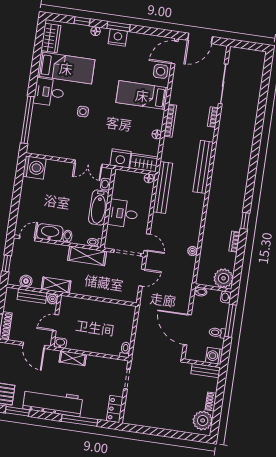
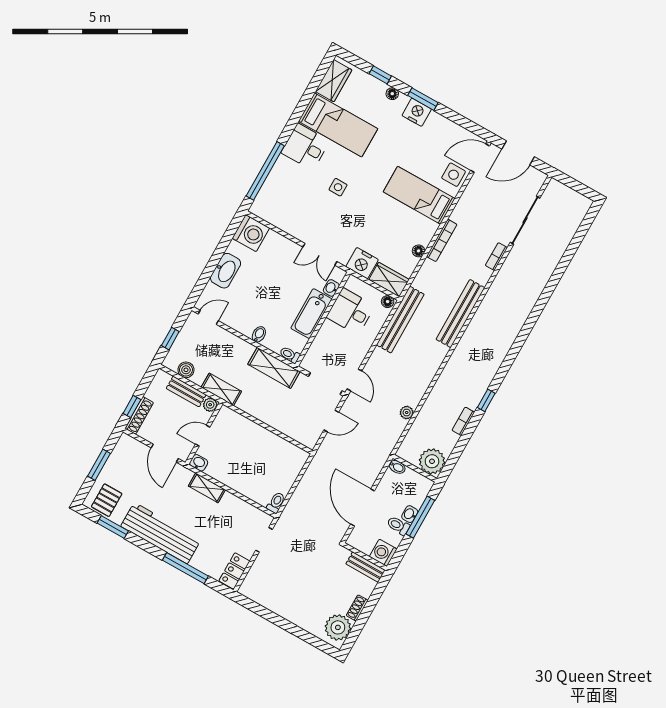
desk: (123, 214) -> (351, 312), moved
washbasin: (50, 232) -> (226, 271), moved, turned 90
washbasin: (226, 297) -> (410, 514), moved

